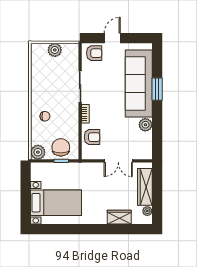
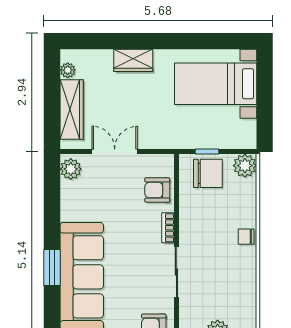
chair: (45, 116) -> (246, 237), moved
plant: (145, 125) -> (71, 169), moved
chair: (61, 147) -> (208, 173), turned -90
wardrobe: (119, 217) -> (133, 60), moved

